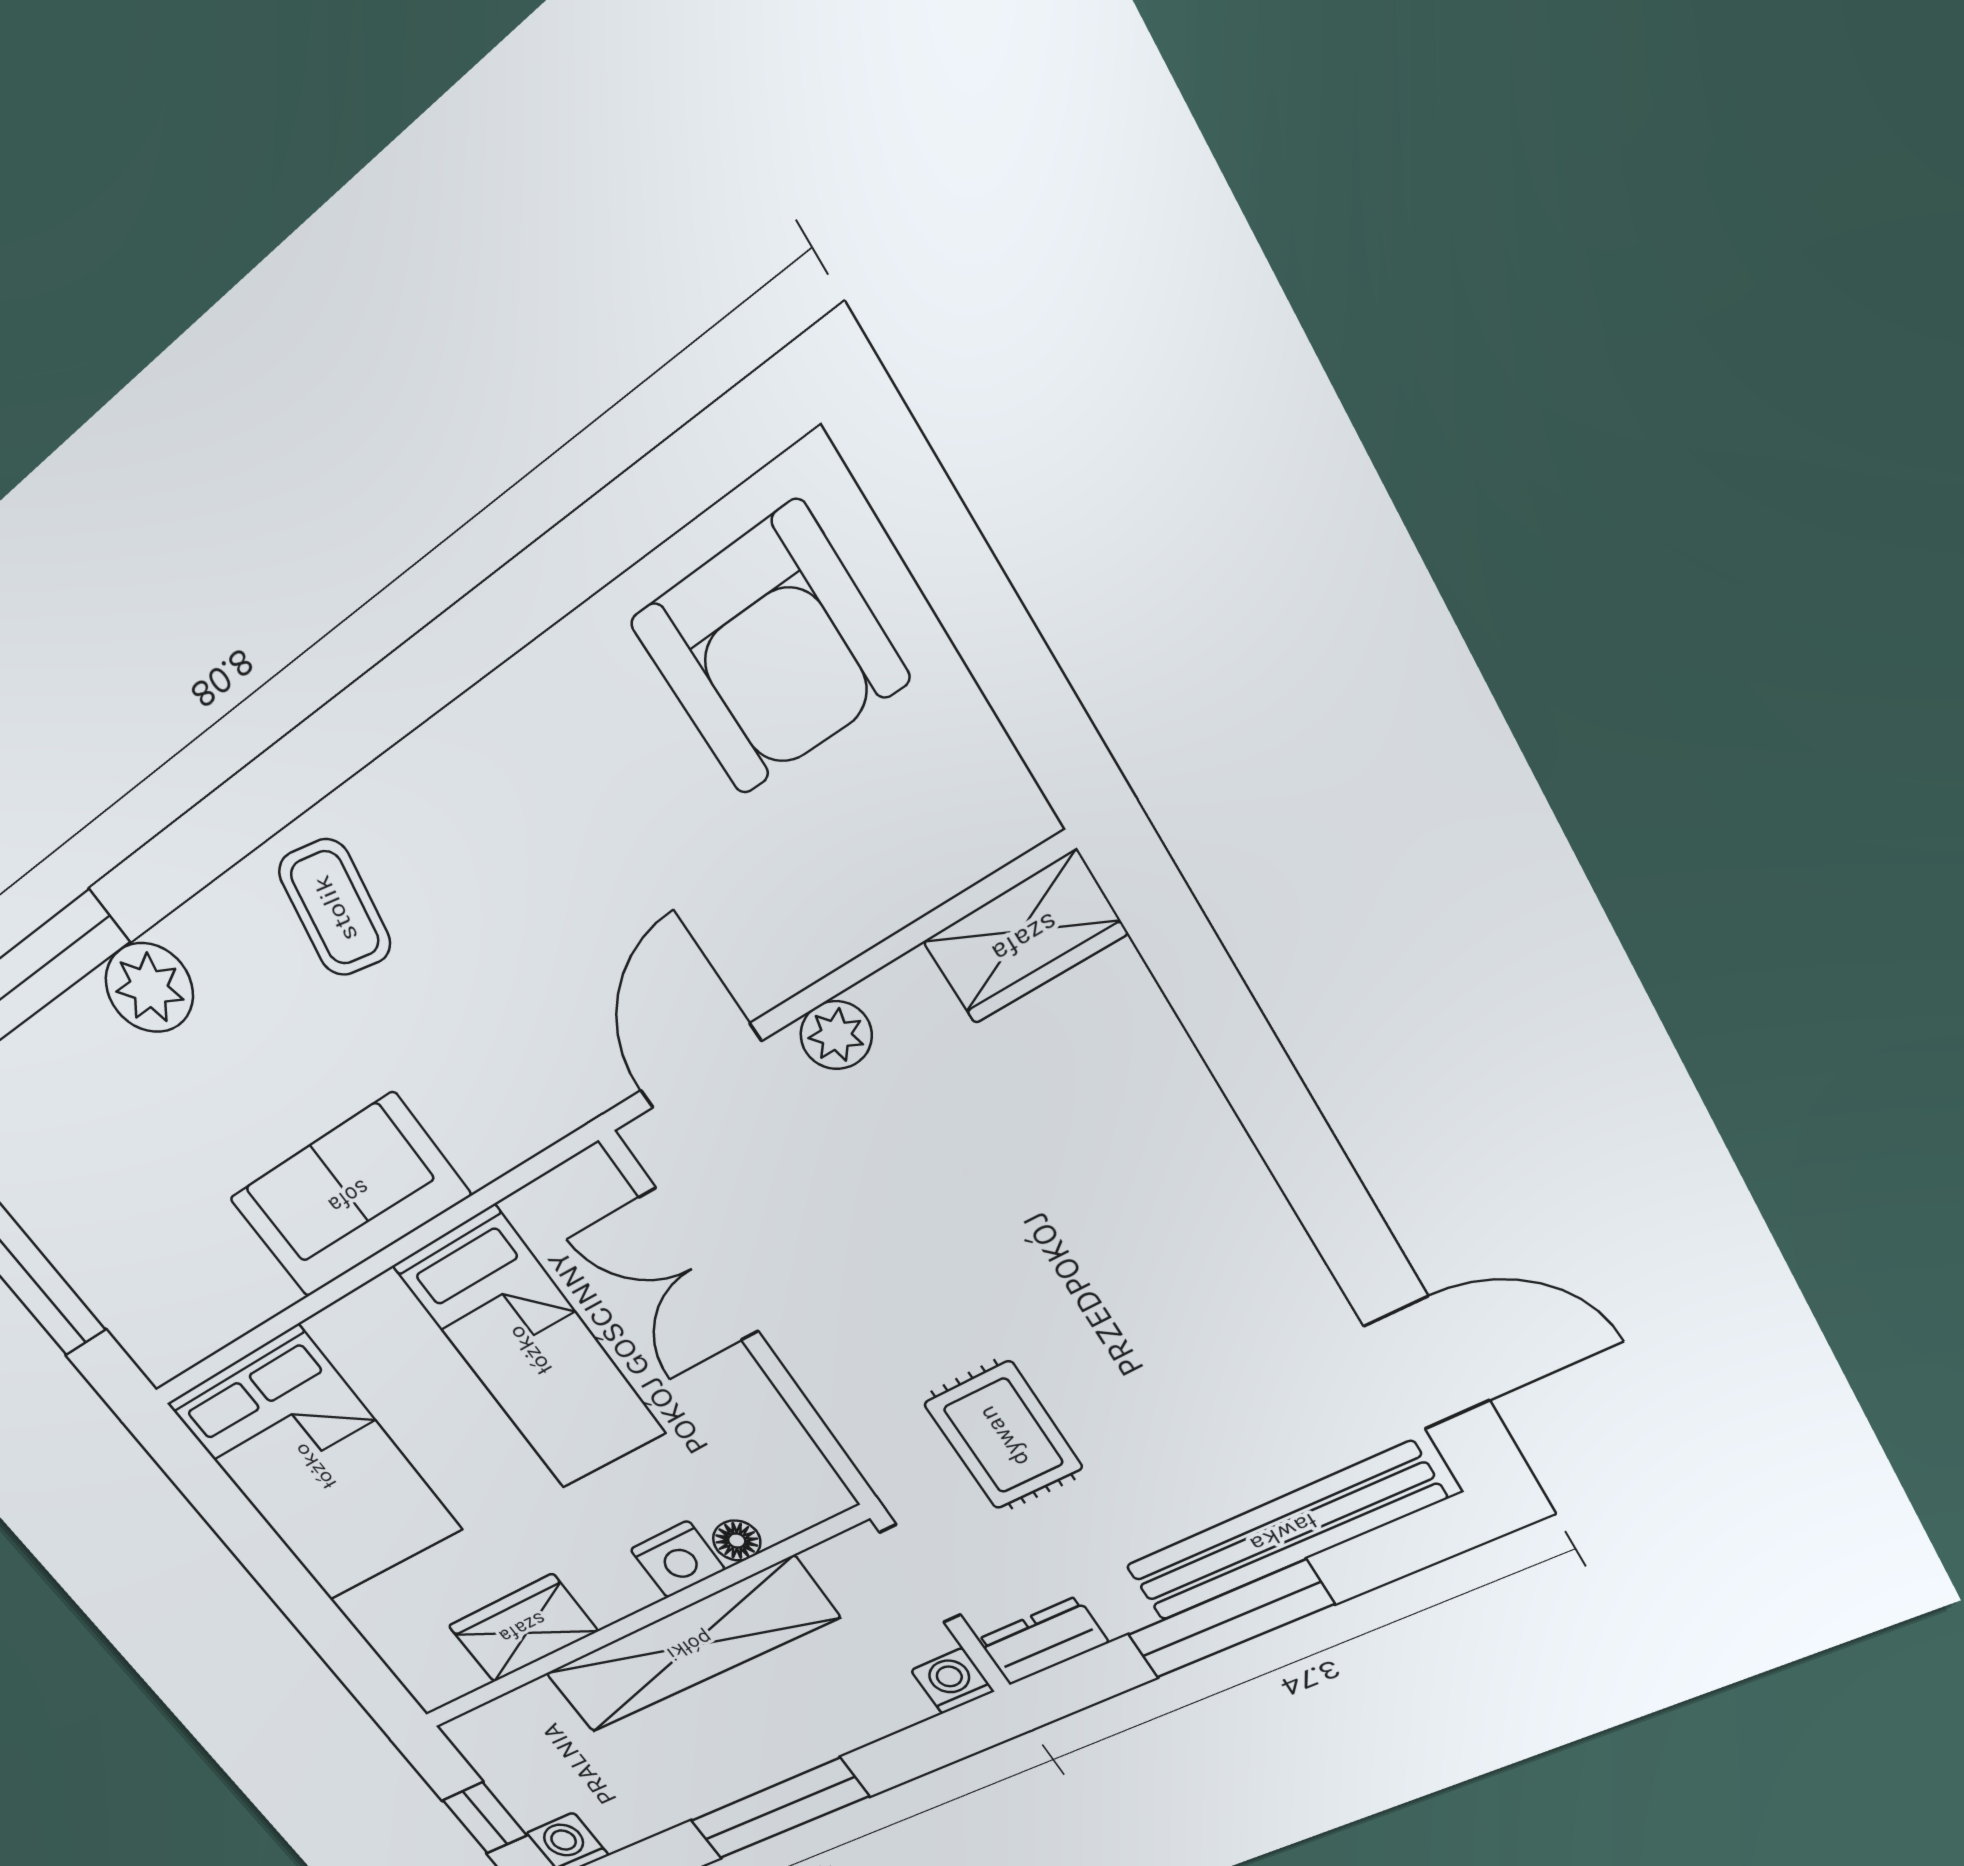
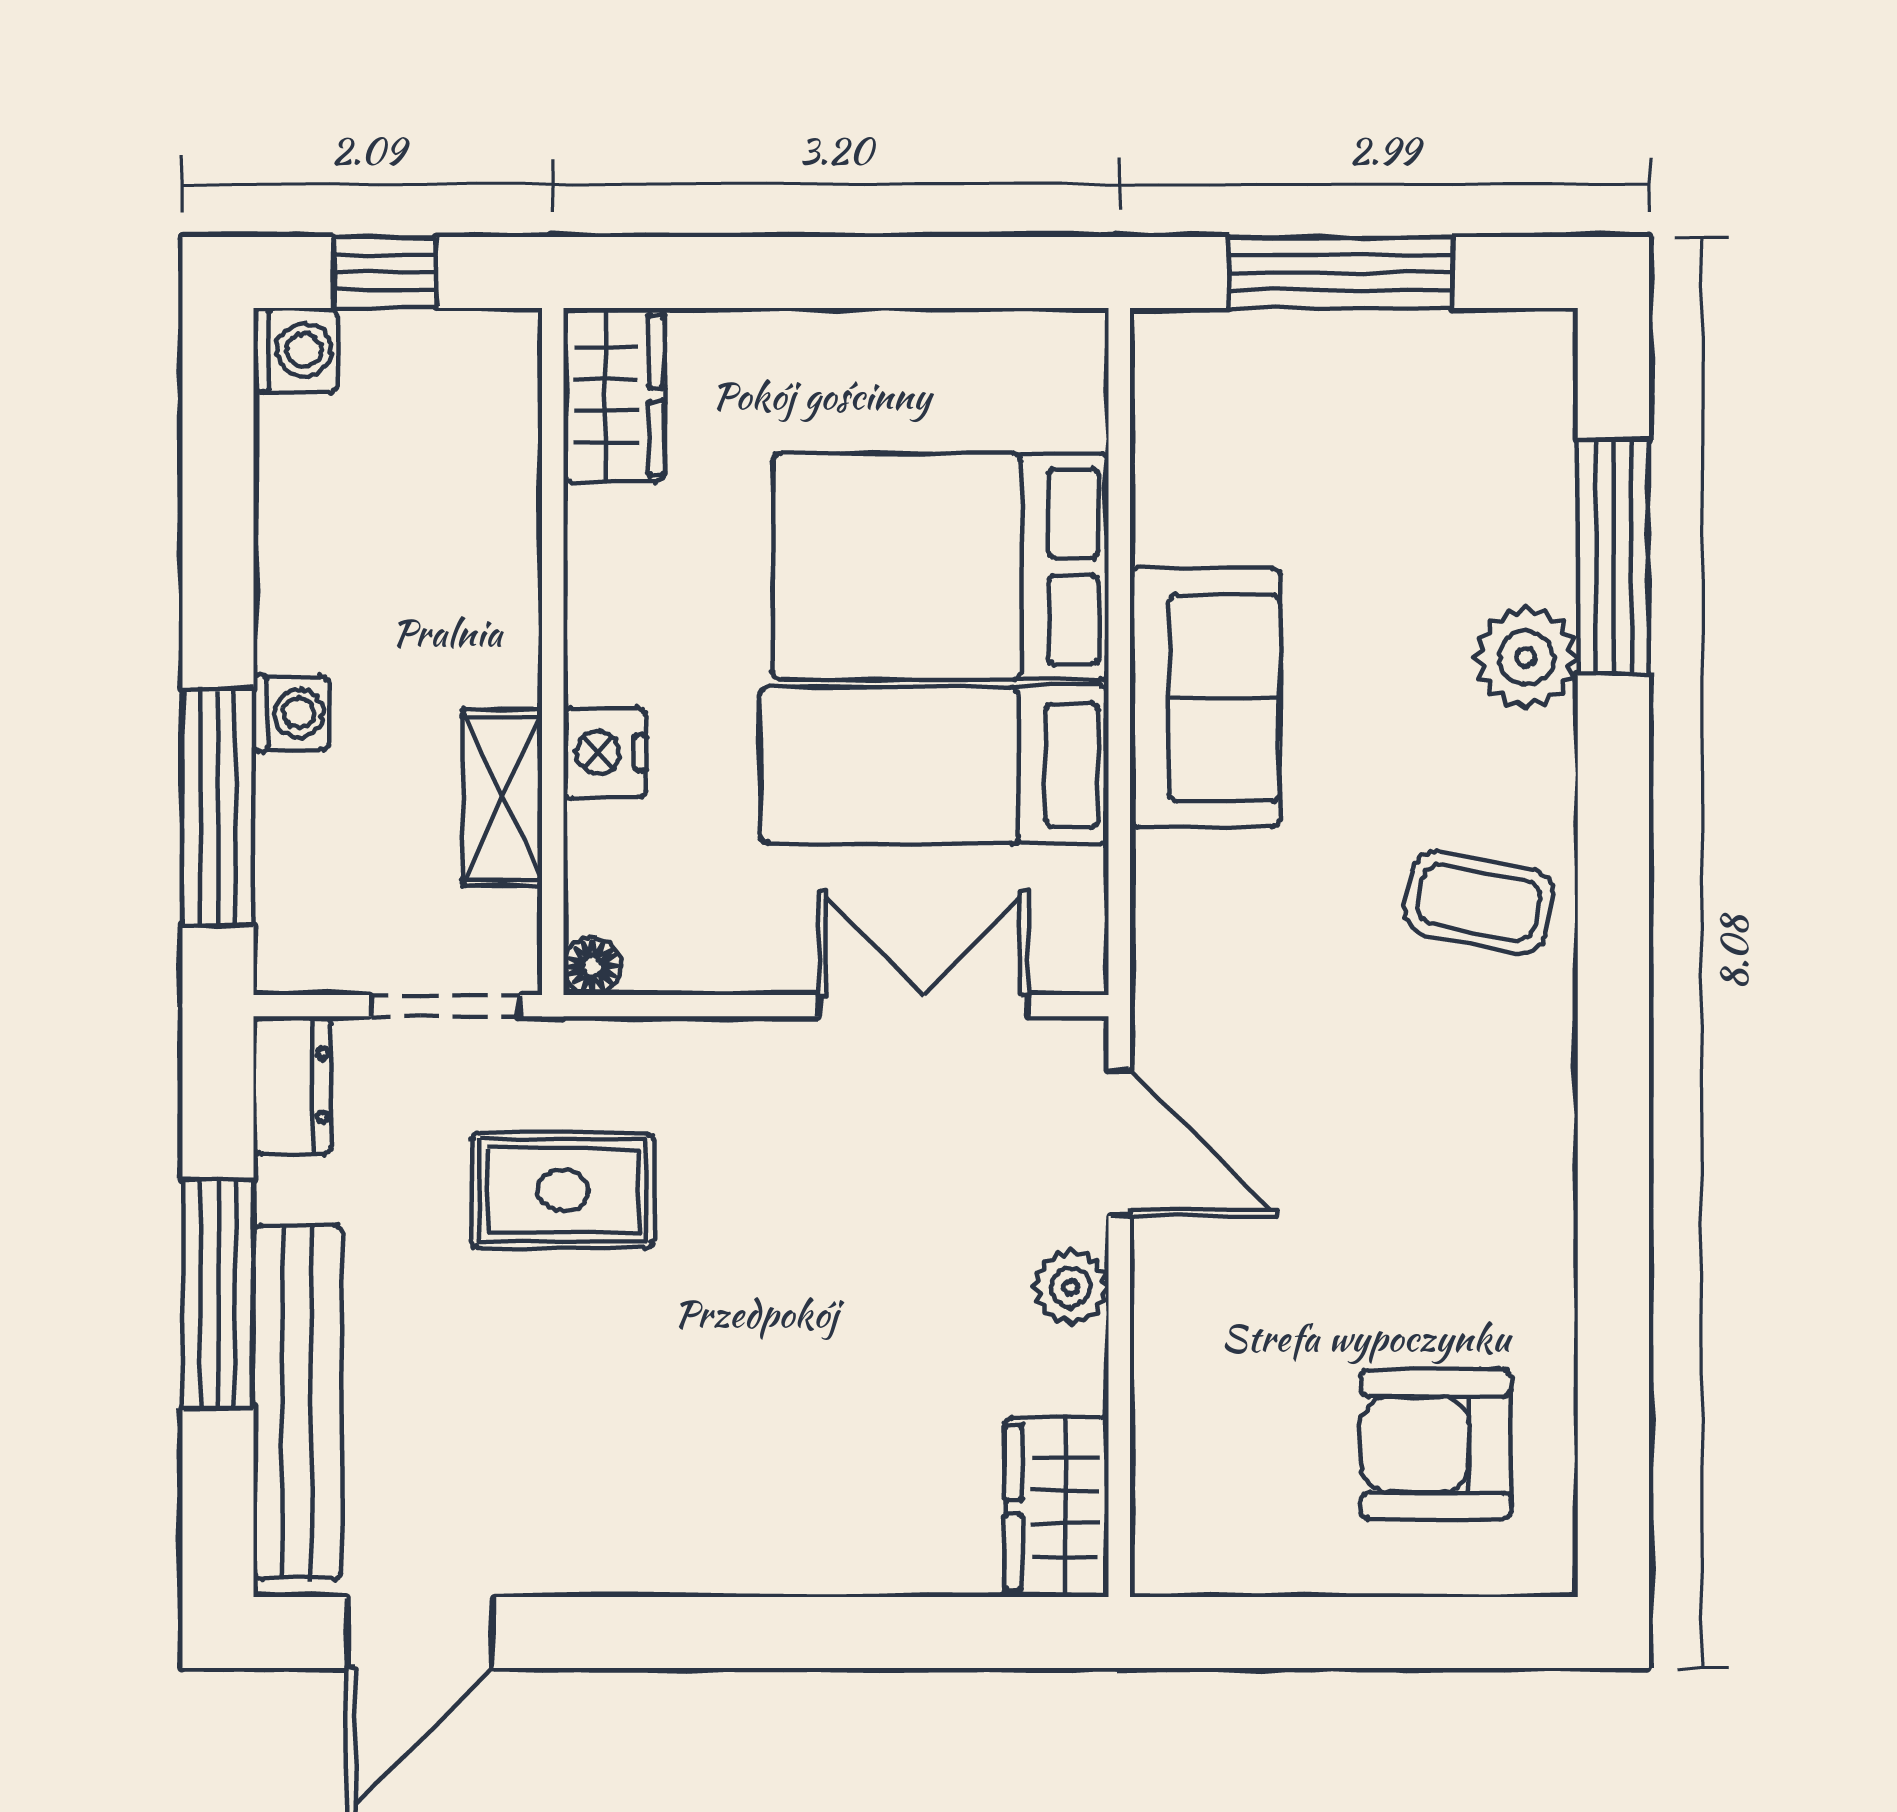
armchair: (770, 650) -> (1436, 1445), width x0.73, depth x0.73
bed: (315, 1466) -> (941, 567), moved
floor lamp: (737, 1541) -> (592, 966), moved
wardrobe: (523, 1628) -> (614, 395), moved
shelving: (690, 1646) -> (502, 798), width x0.45, depth x0.75
washing machine: (952, 1681) -> (291, 713), moved
window: (779, 1809) -> (218, 807), moved

